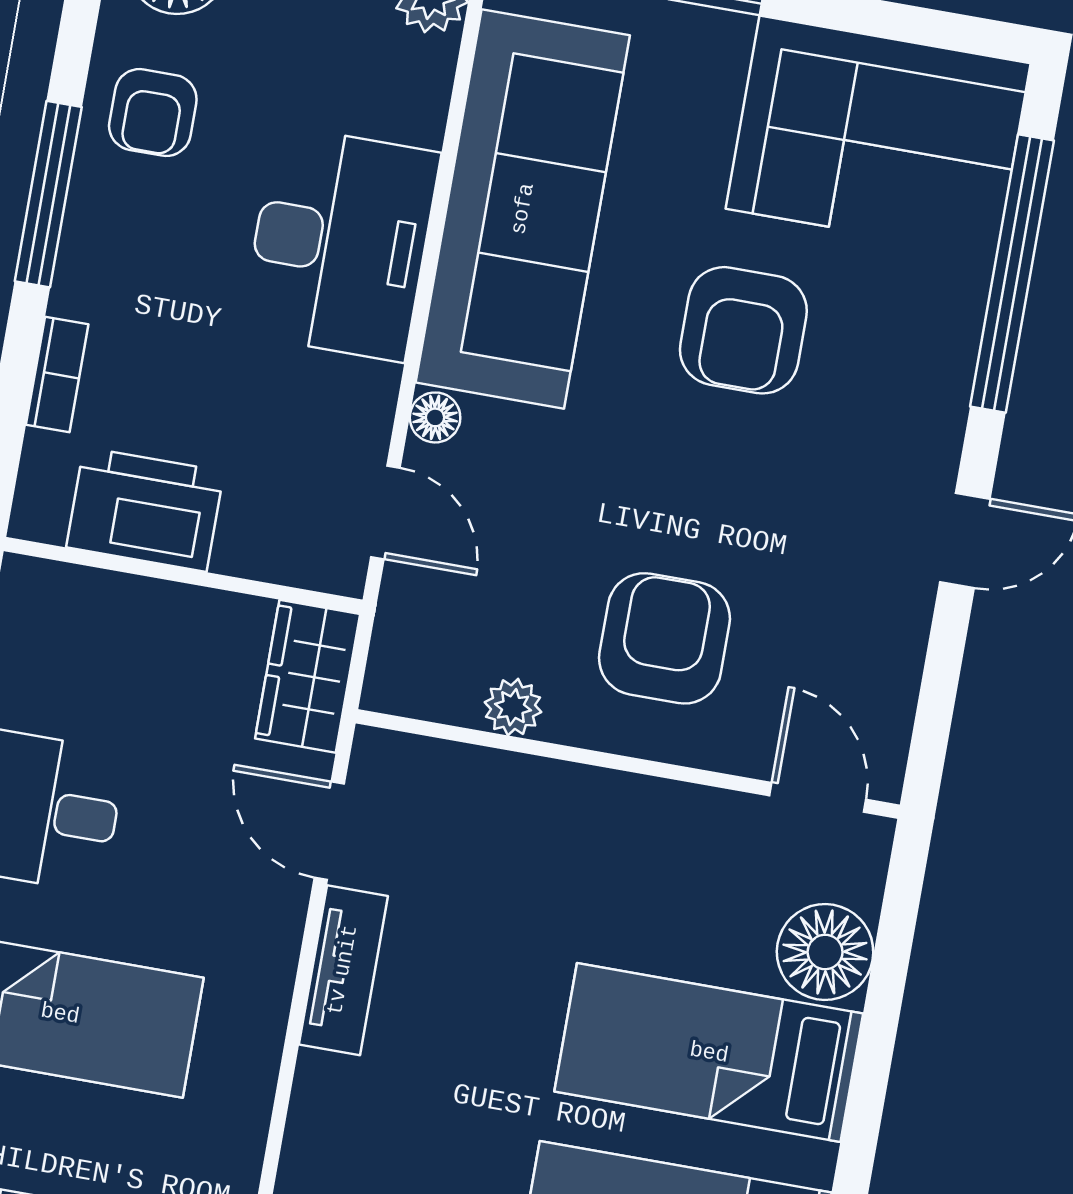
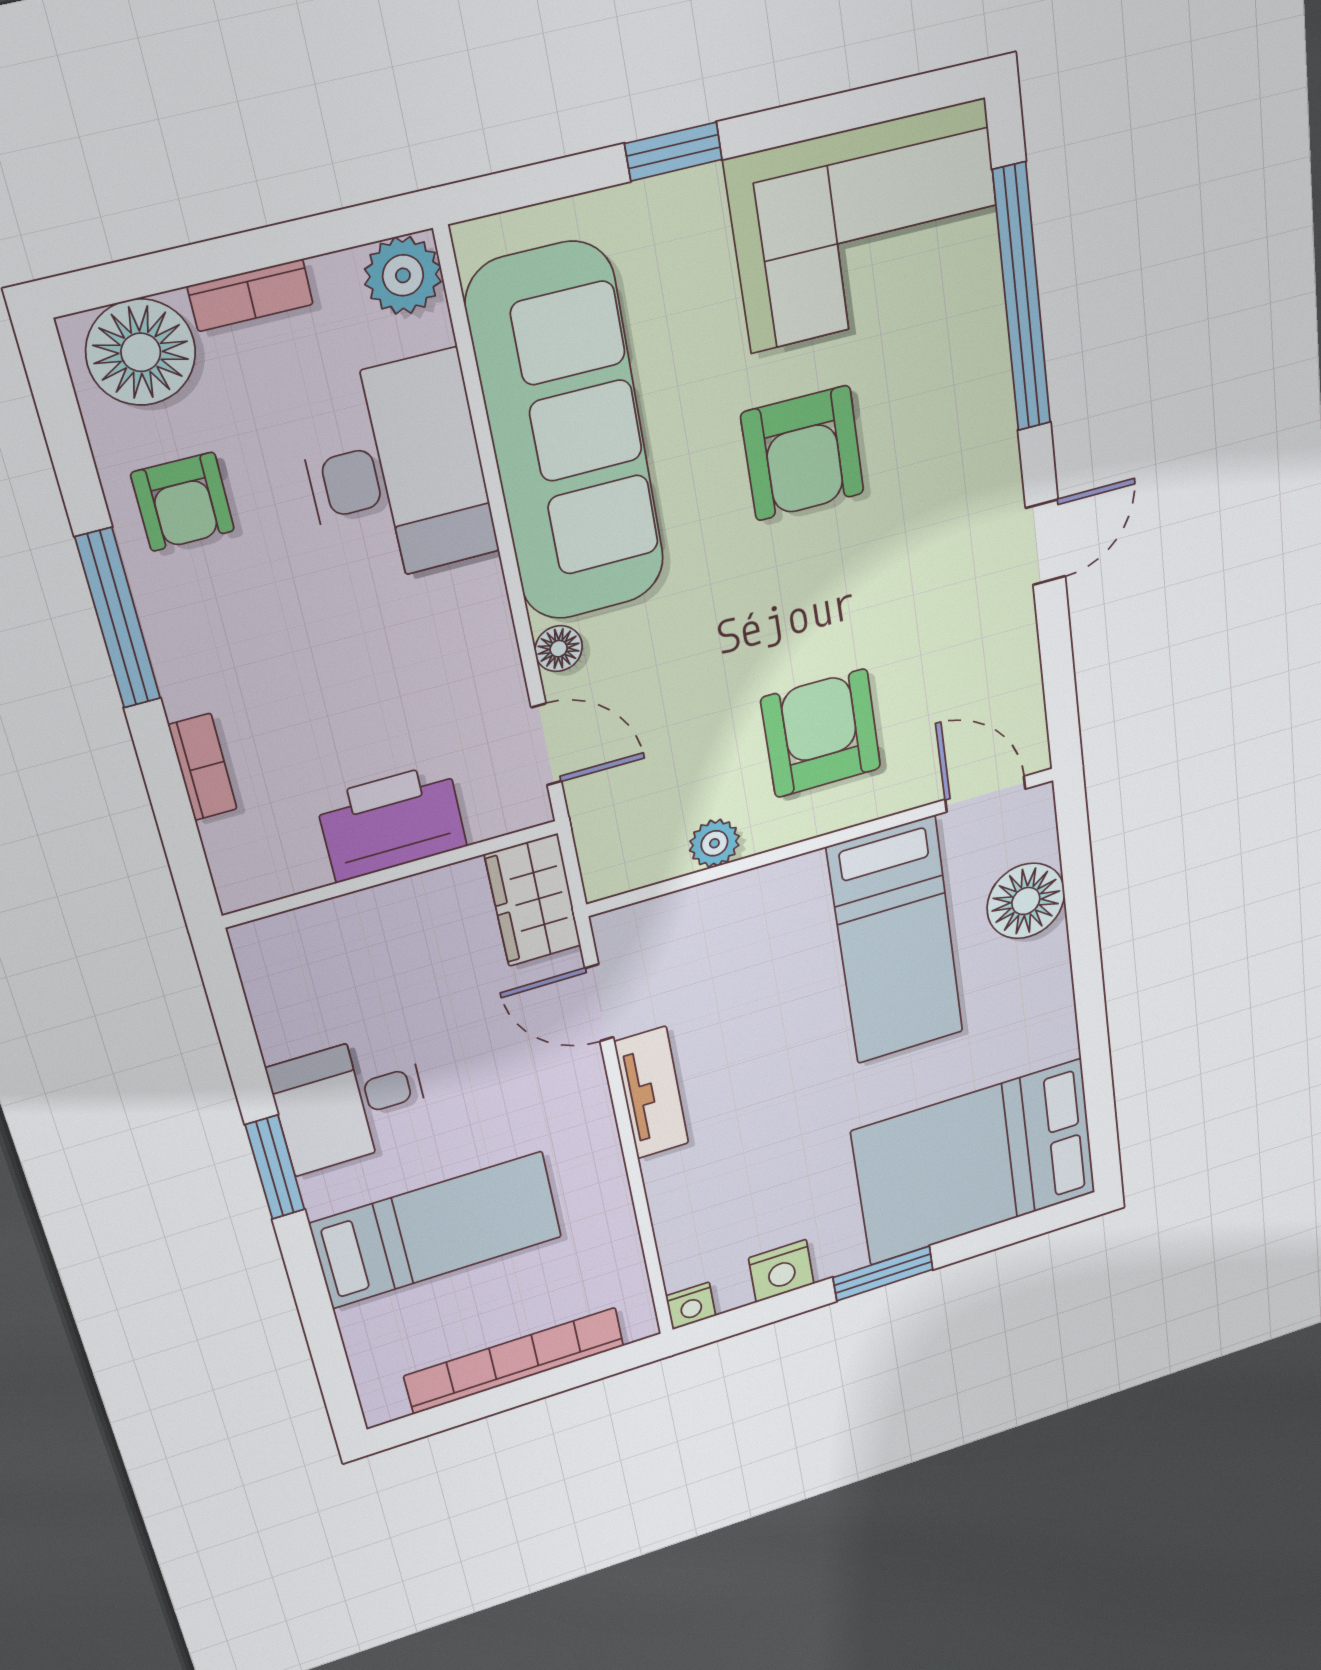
desk: (340, 243) -> (396, 471), moved
printer: (145, 509) -> (392, 822), moved
bed: (709, 1053) -> (896, 941), moved, turned -90

